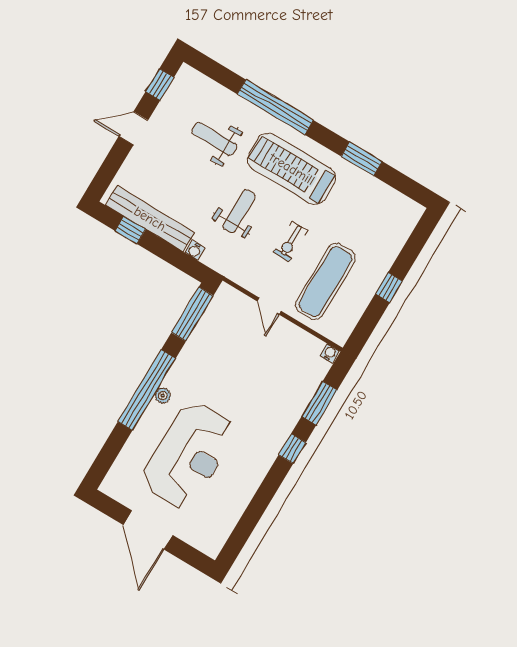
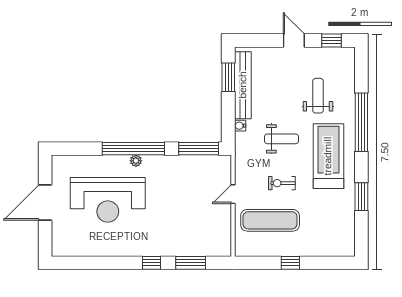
window: (130, 230) -> (228, 77), width x1.50
water cooler: (329, 353) -> (226, 250), removed

